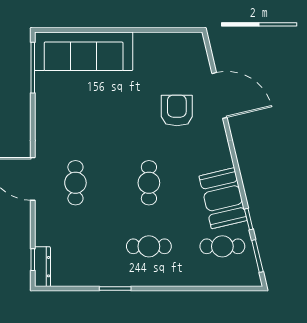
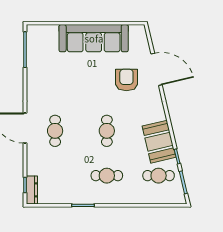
sofa: (84, 51) -> (94, 38), moved

